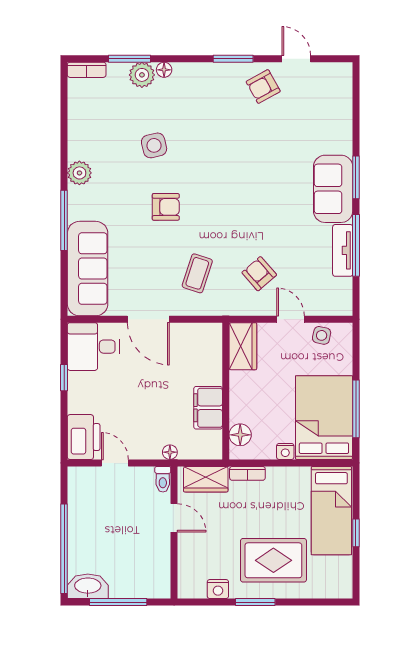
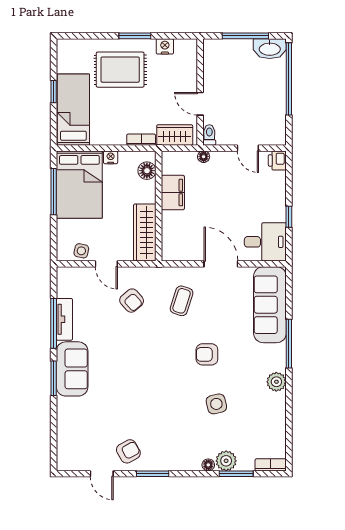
wardrobe: (243, 346) -> (145, 233), width x1.50
printer: (84, 437) -> (277, 160), width x0.53, depth x0.68

